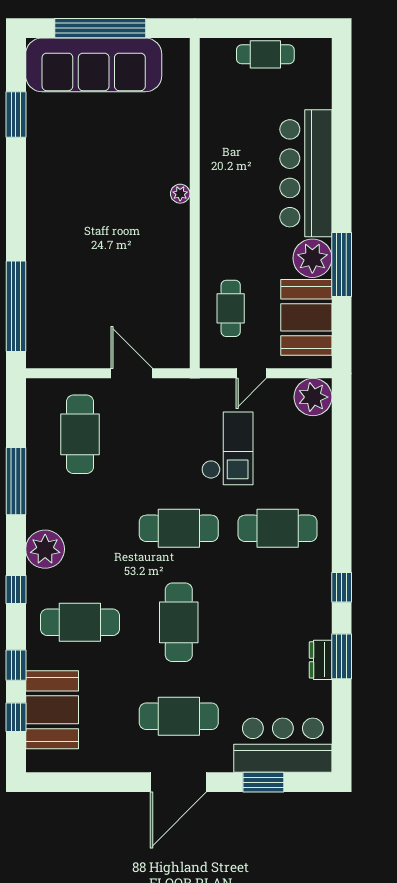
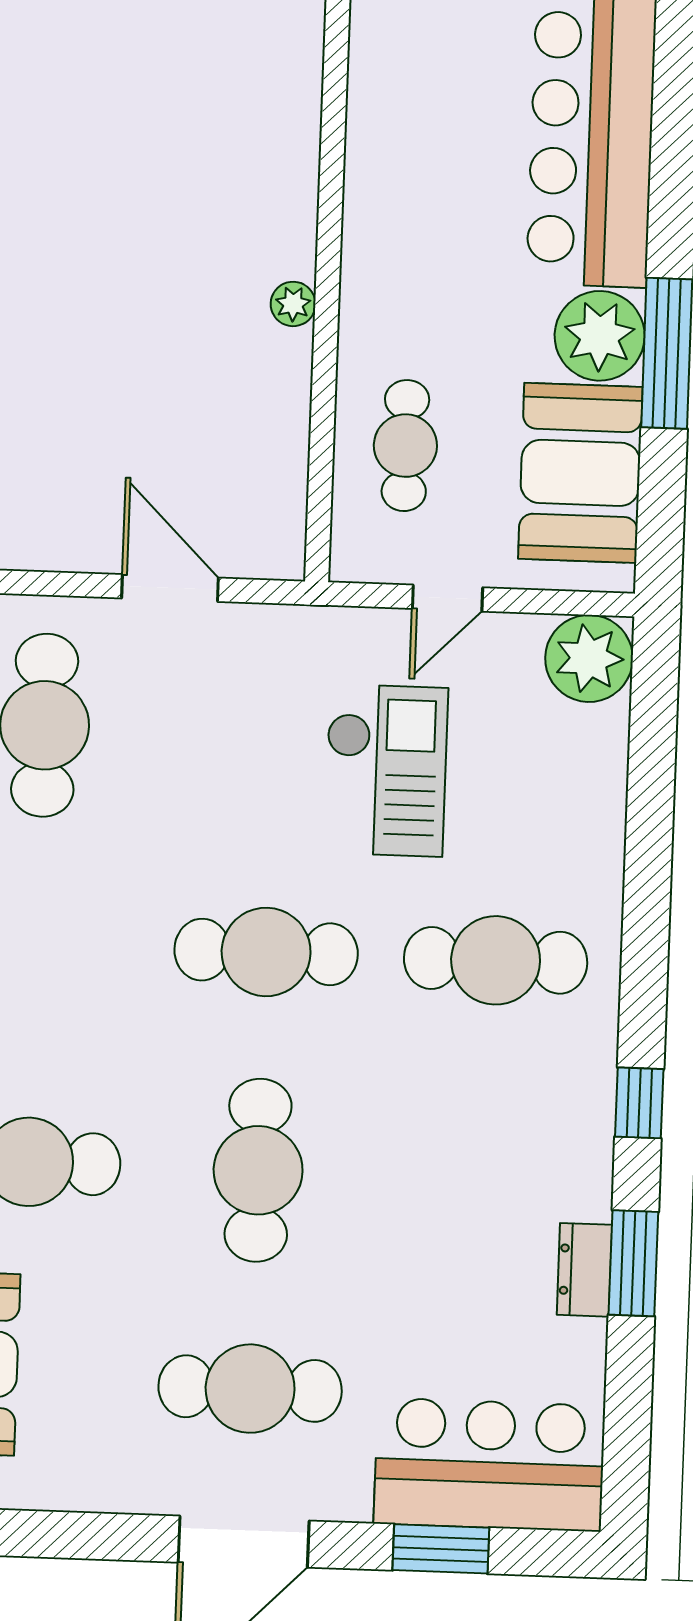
plant: (180, 194) -> (293, 304), moved

